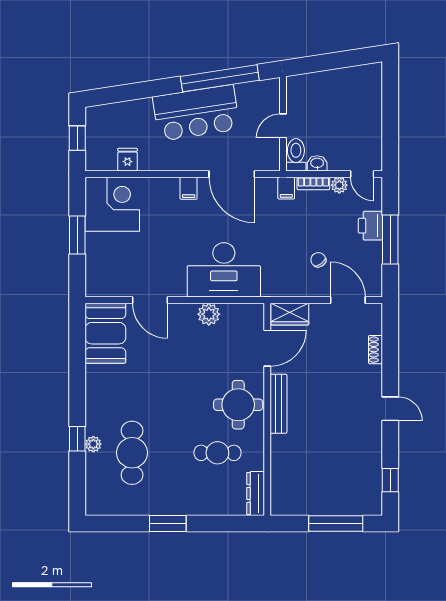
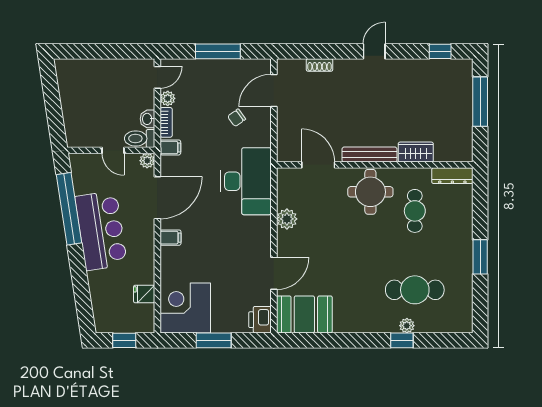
plant: (272, 163) -> (147, 161), added
printer: (370, 226) -> (260, 320), moved, turned 90
desk: (224, 270) -> (246, 181), moved
wardrobe: (290, 314) -> (416, 152), moved, turned -90

